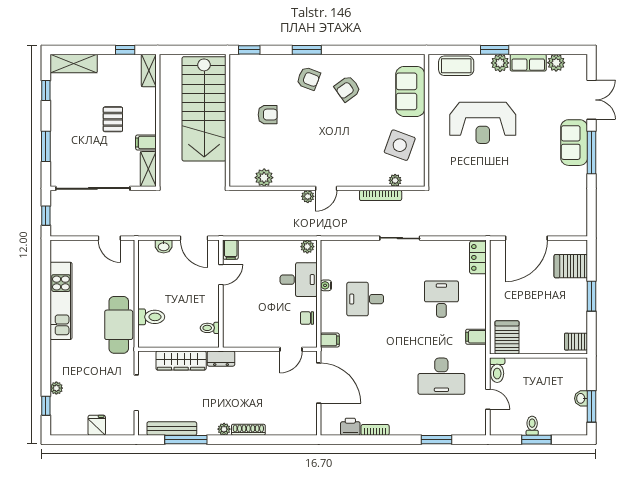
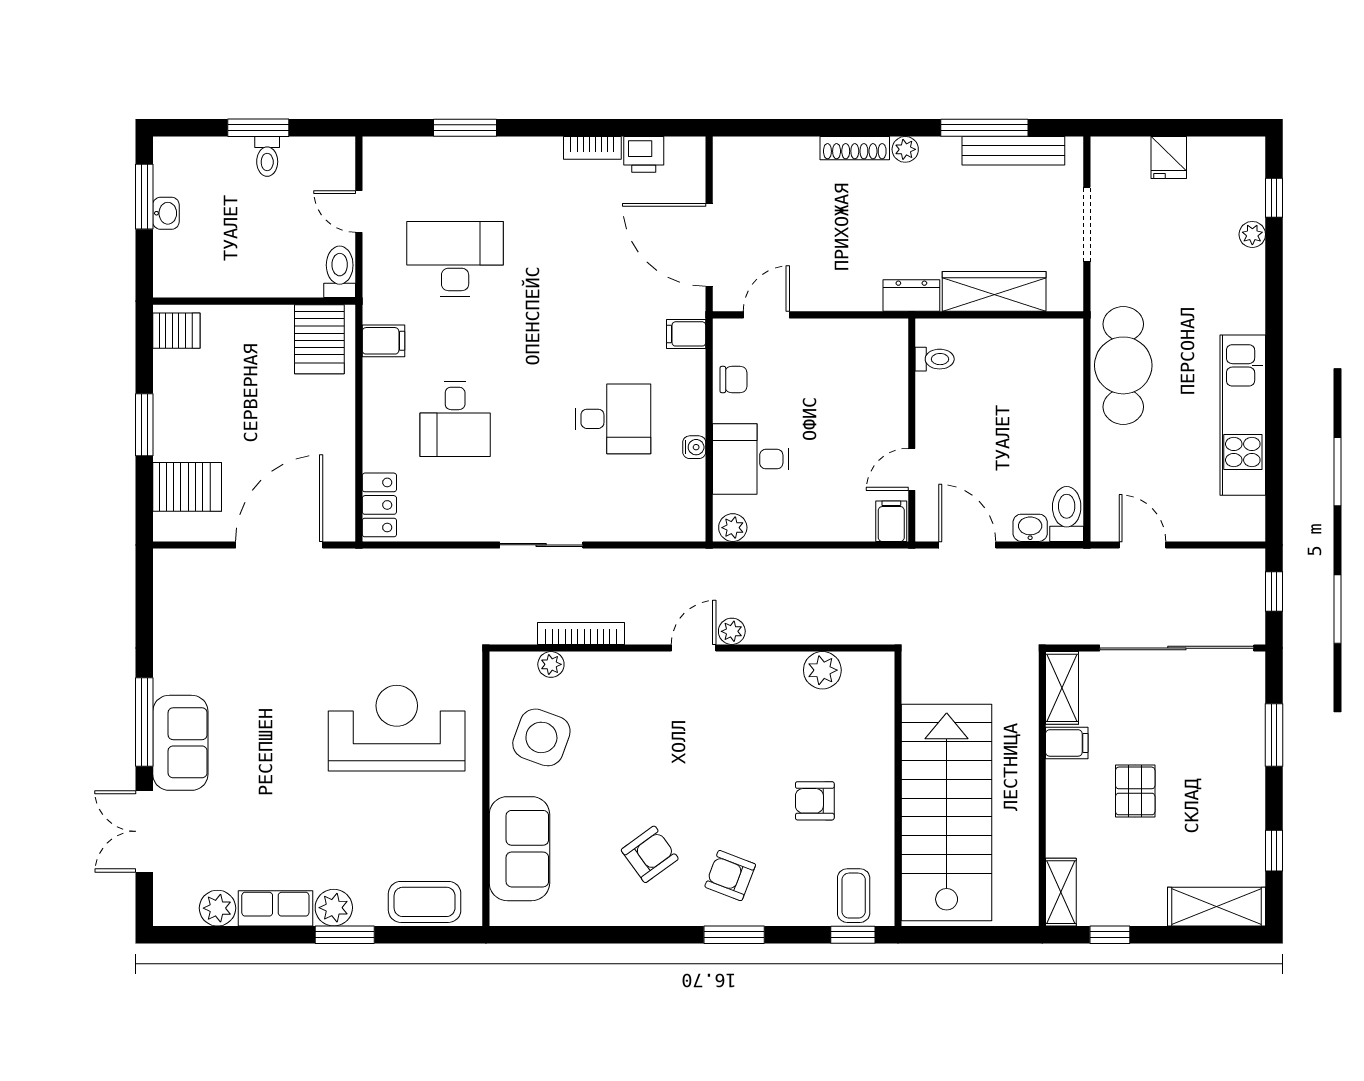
coffee table: (249, 69) -> (854, 896), added
reception desk: (483, 123) -> (397, 728), moved
toilet: (151, 317) -> (1067, 514), moved, turned 90

